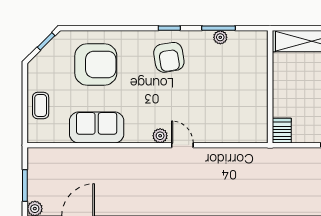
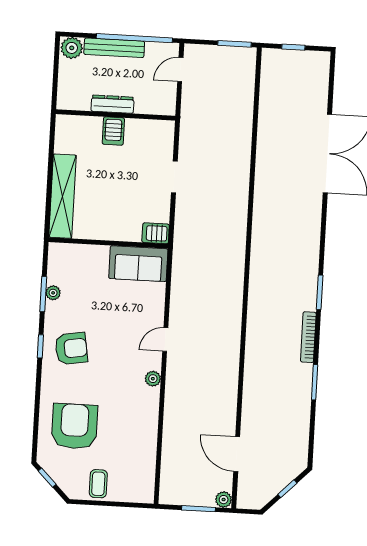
coffee table: (41, 105) -> (98, 484), moved, turned 90
sofa: (97, 127) -> (138, 264), moved, turned -90
plant: (160, 136) -> (153, 379), moved

